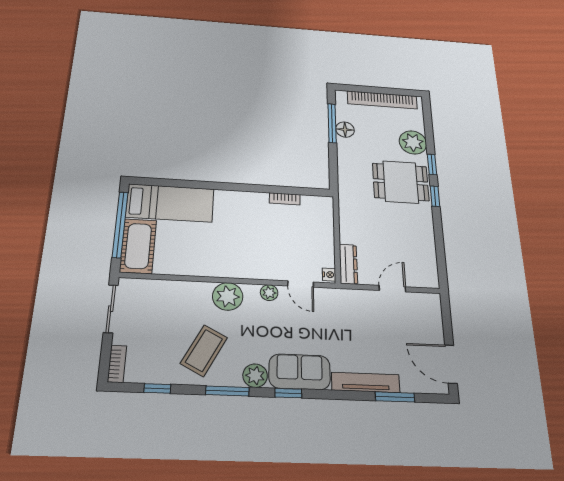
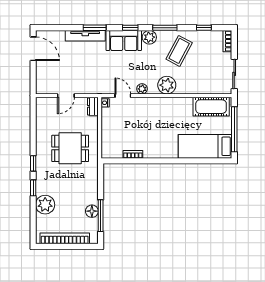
dining table: (401, 182) -> (70, 148), moved
cot: (138, 246) -> (211, 107), moved, turned 90
dresser: (348, 264) -> (93, 106), width x0.70
window: (395, 397) -> (95, 28), moved

